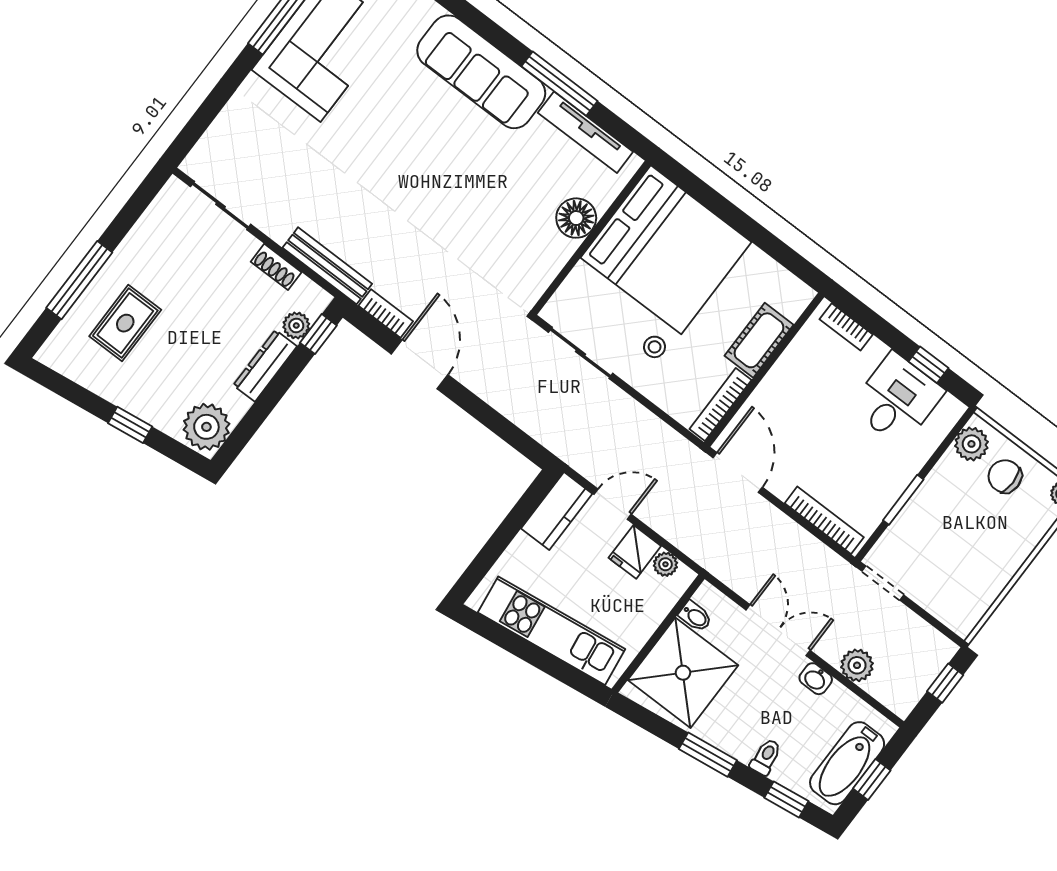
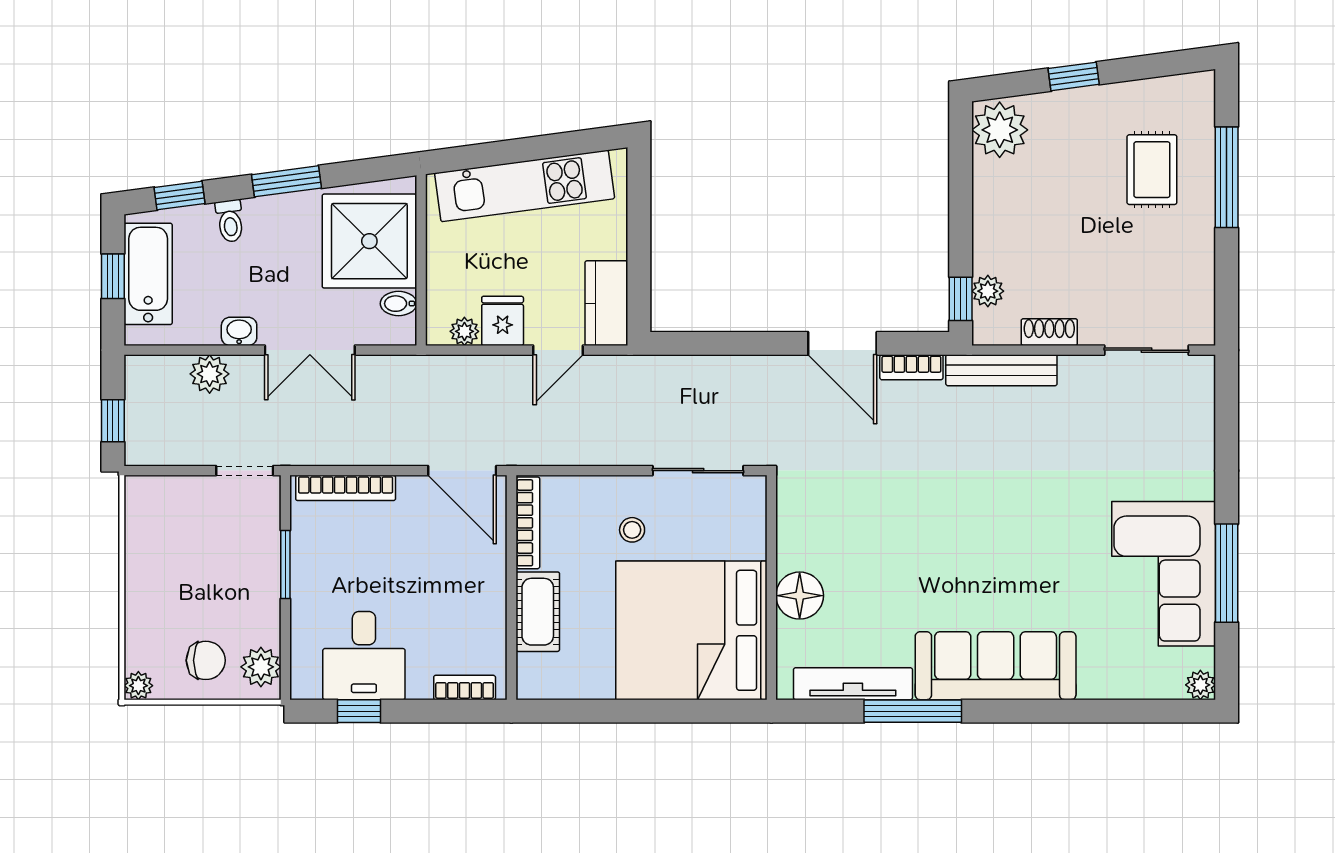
dresser: (265, 366) -> (988, 230), removed

